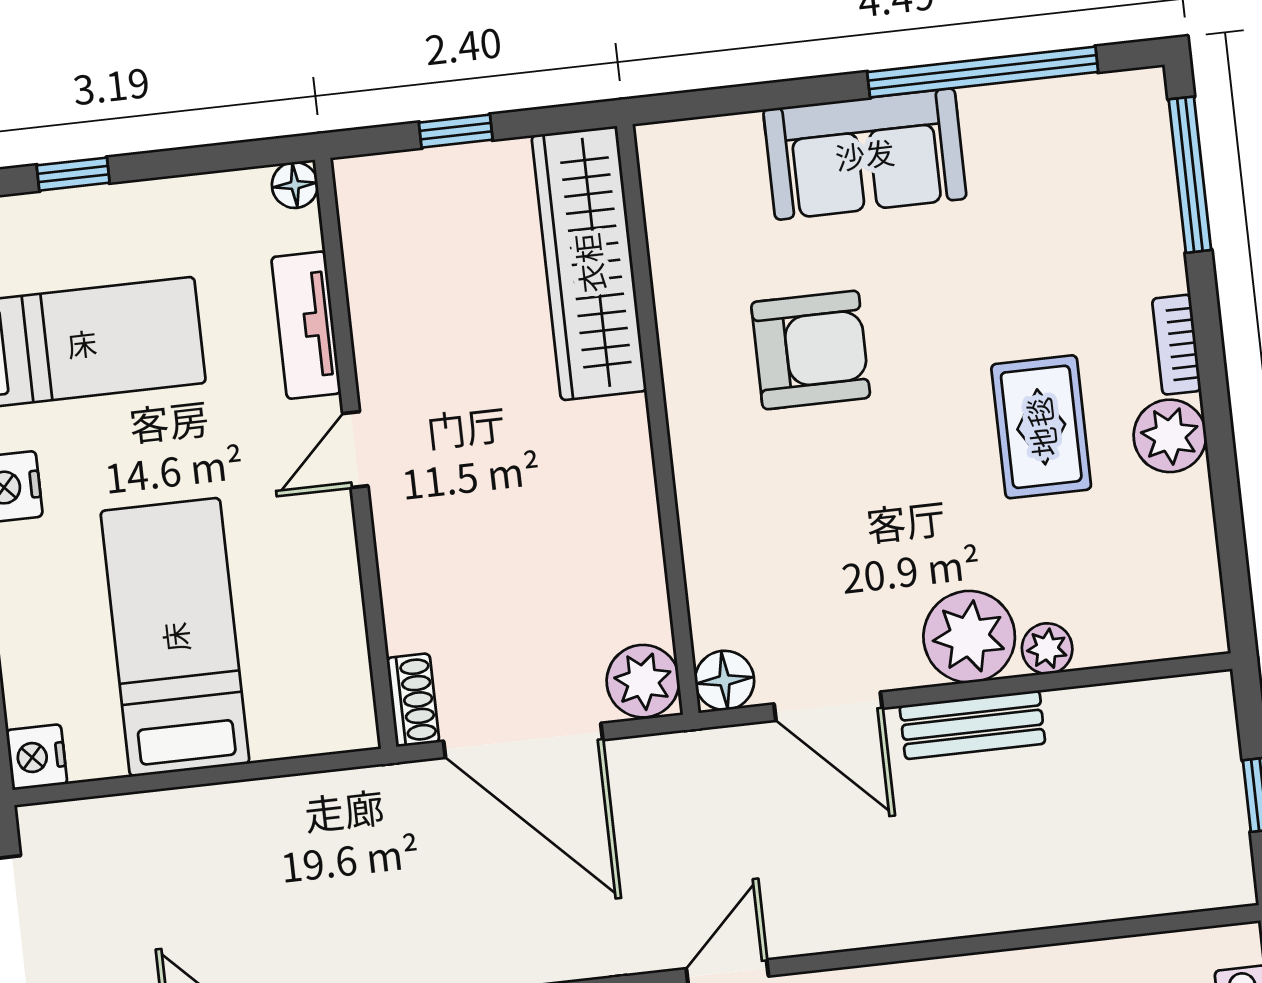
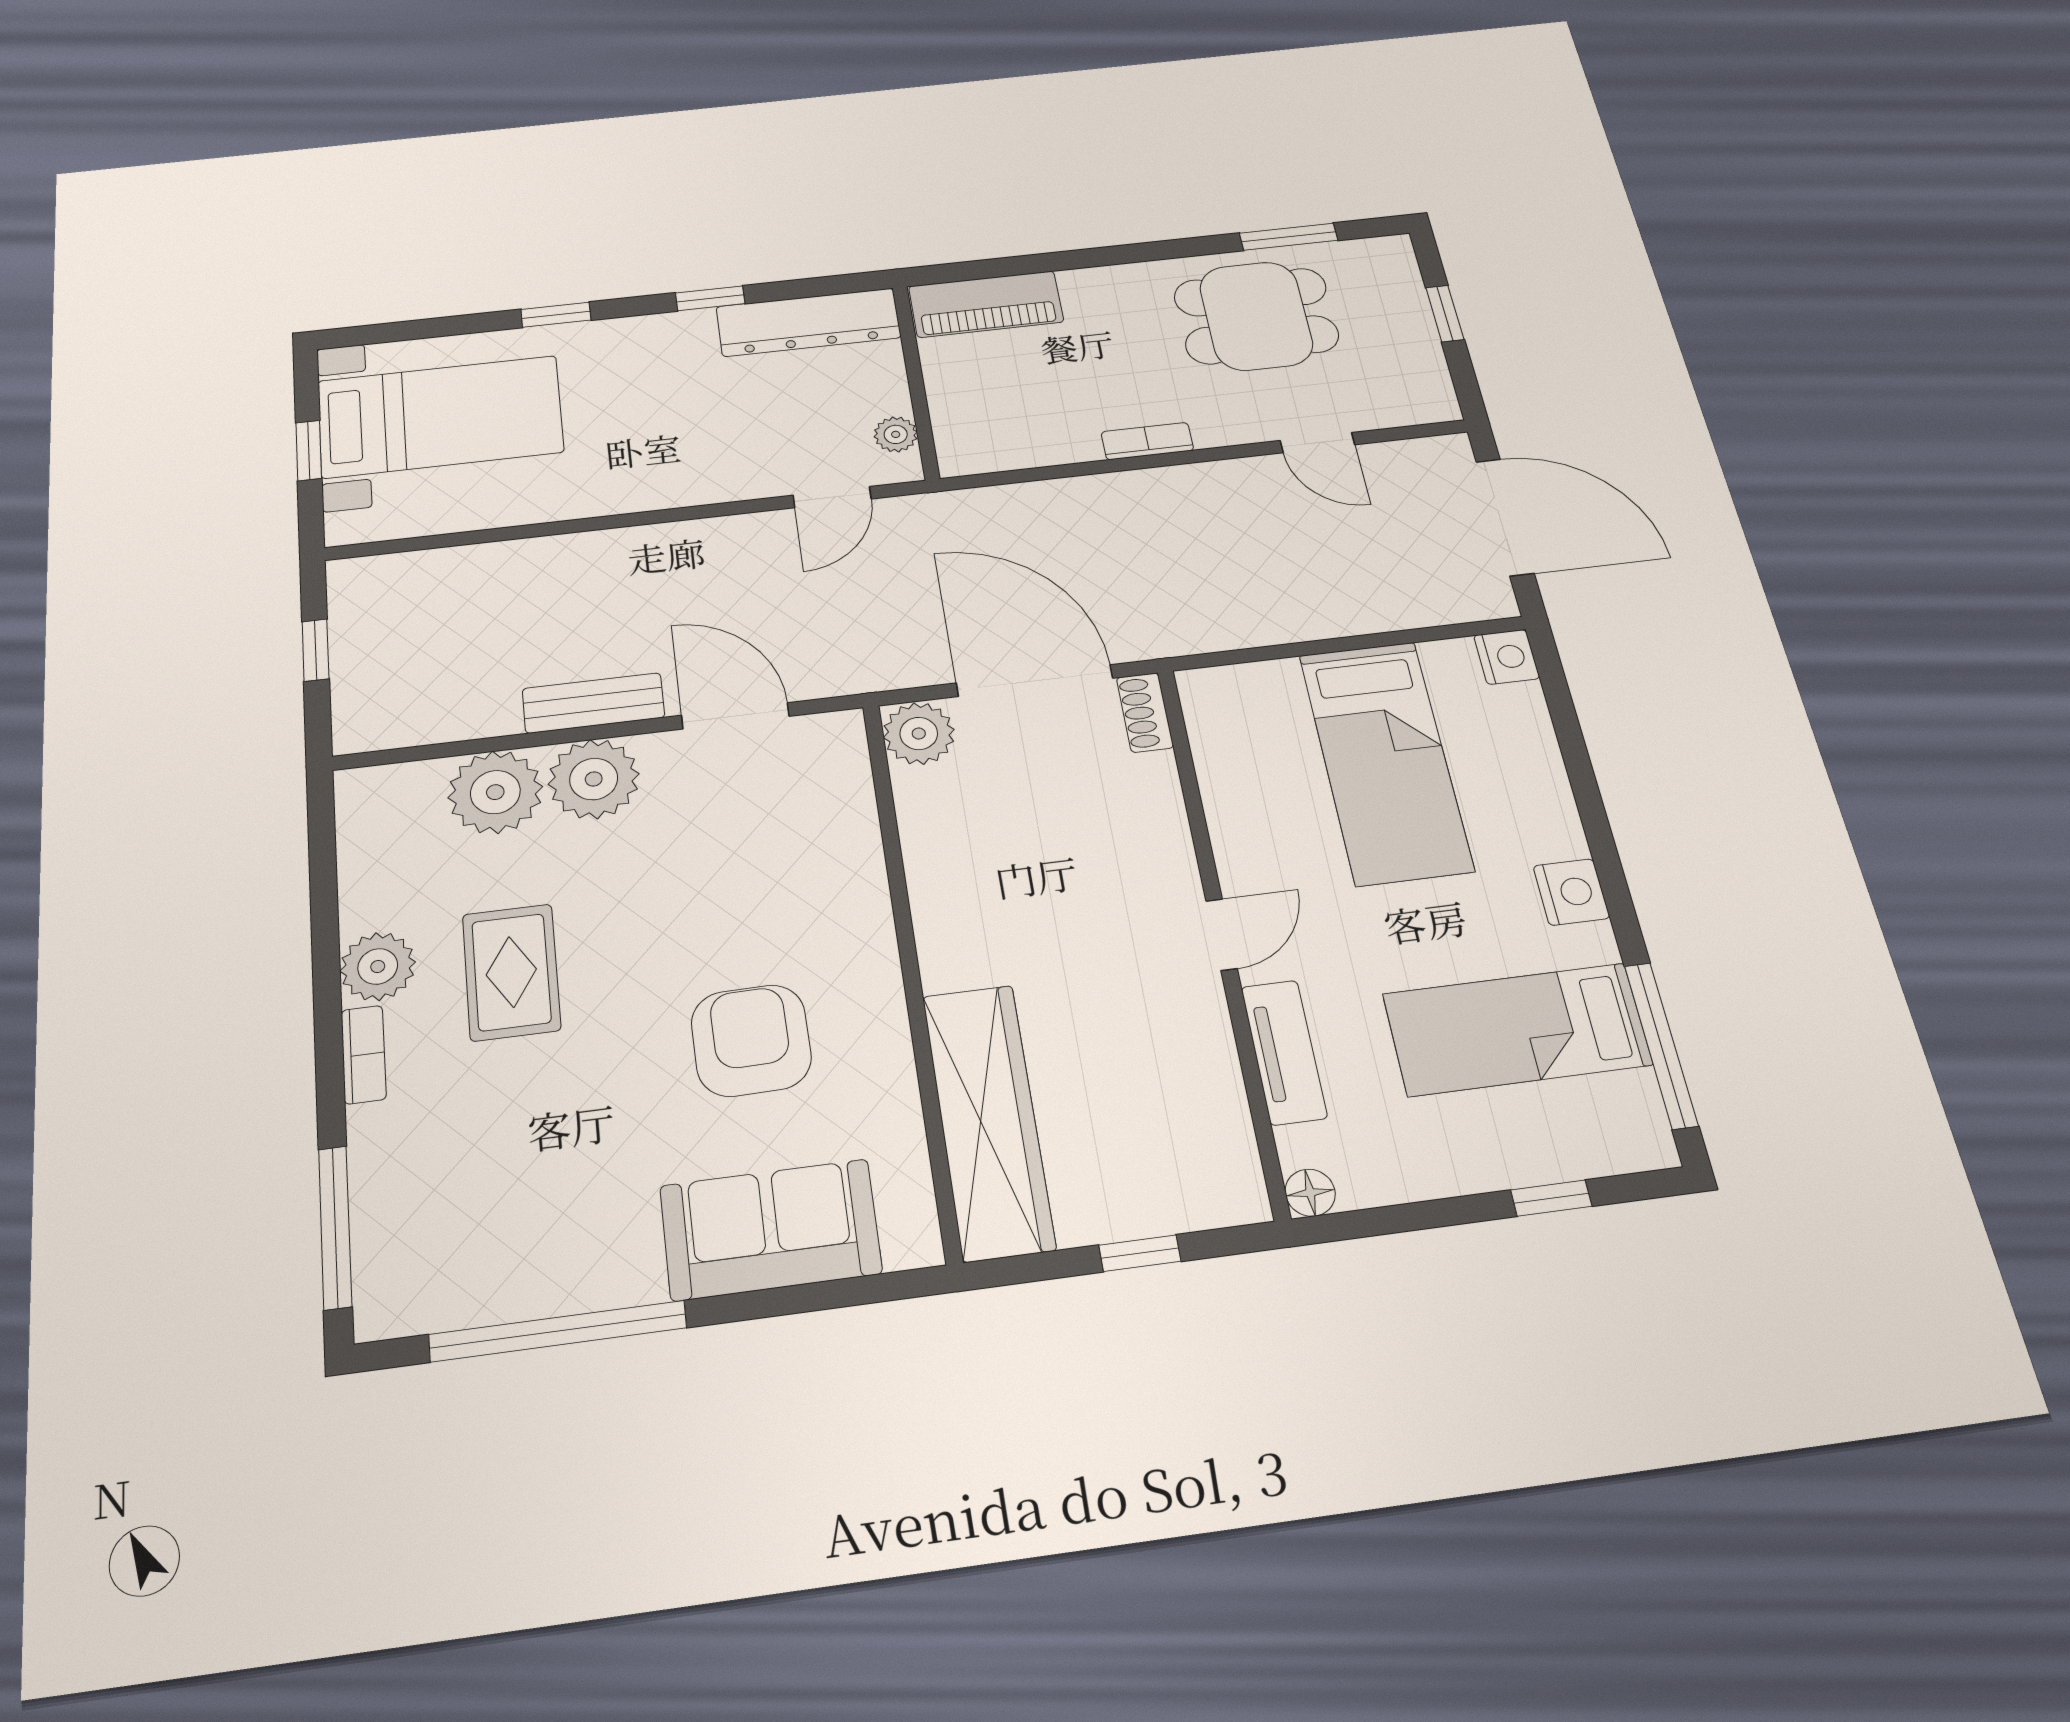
sofa: (865, 154) -> (770, 1230), moved
armchair: (811, 350) -> (751, 1040), turned 89
plant: (1047, 649) -> (495, 792), width x1.88, depth x1.88
floor lamp: (725, 680) -> (838, 736), removed

